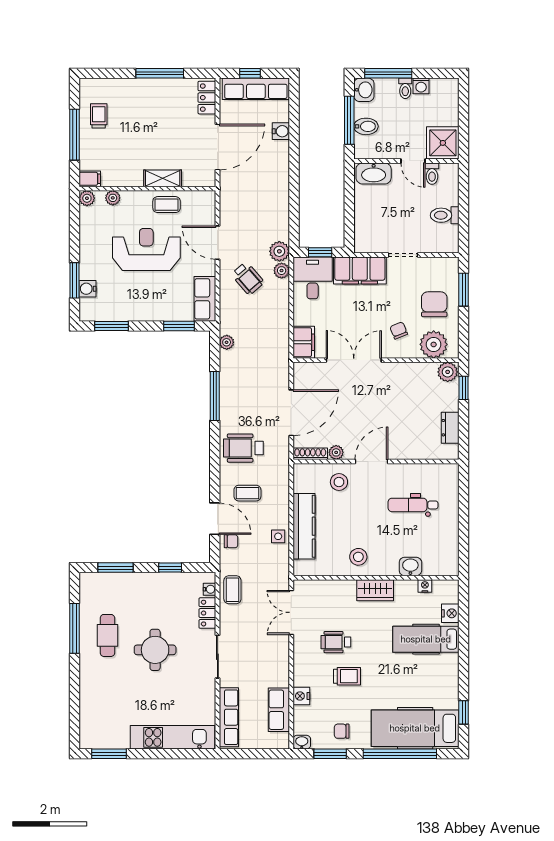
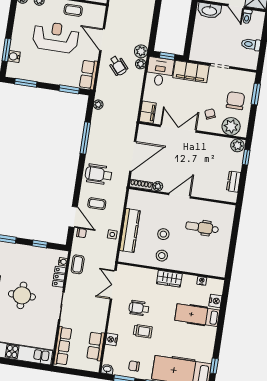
stool: (339, 482) -> (163, 234), moved
washbasin: (410, 566) -> (194, 267), removed

